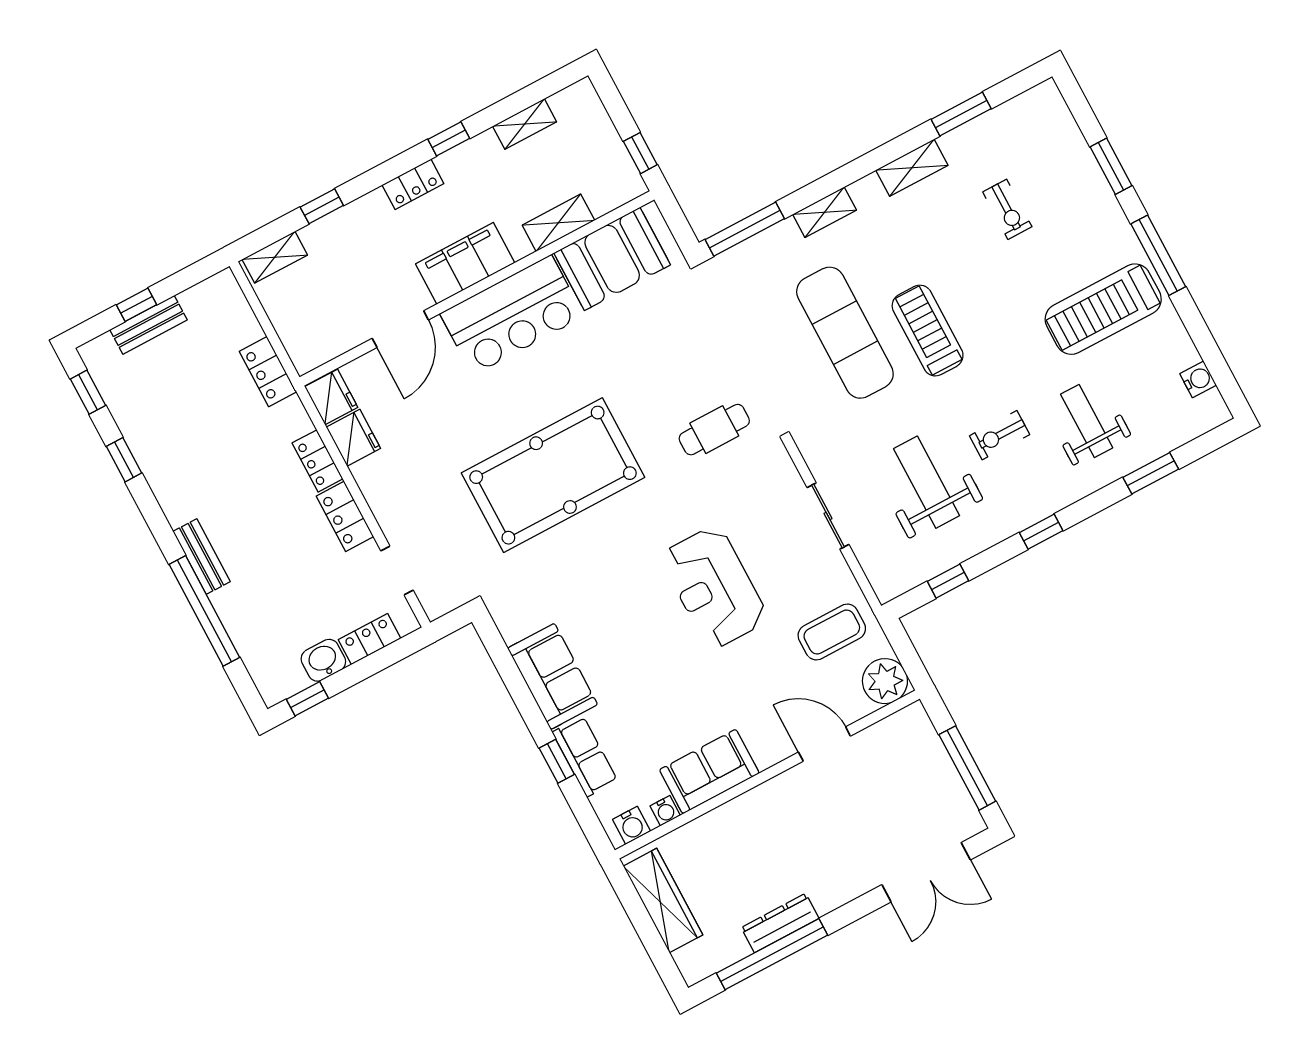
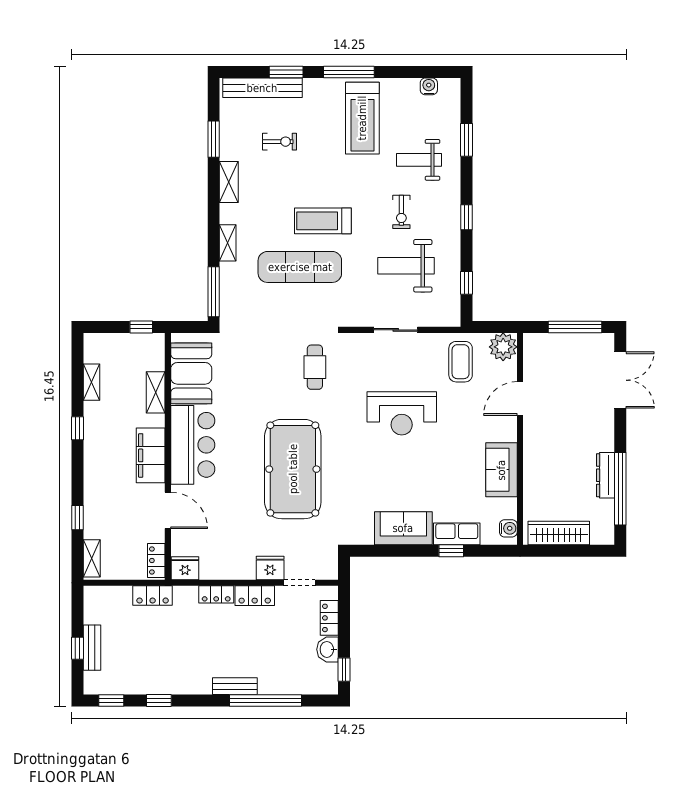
bench: (1071, 145) -> (262, 88), added
locker: (413, 184) -> (156, 561), moved, turned 180
fridge: (353, 438) -> (270, 568), moved
water cooler: (665, 811) -> (510, 506), removed

